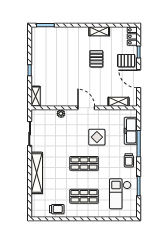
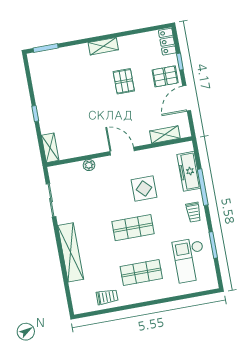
shelving: (99, 31) -> (103, 46), moved
door: (139, 79) -> (187, 98), hinge flipped

